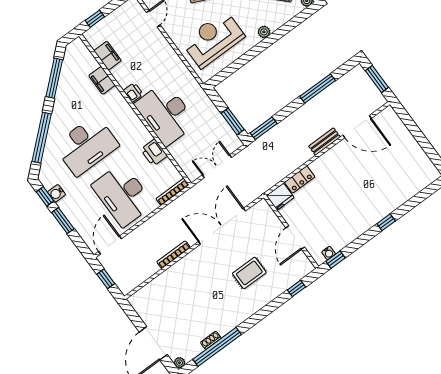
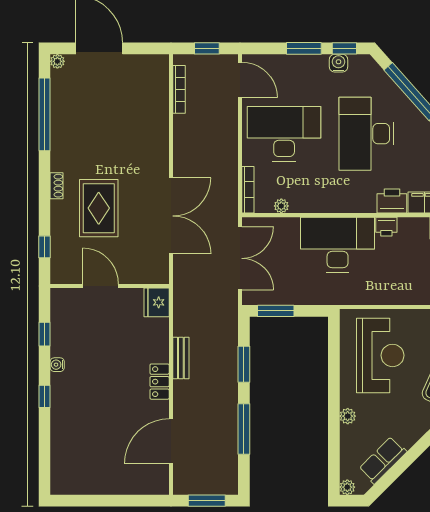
window: (264, 128) -> (244, 364), moved
bench: (325, 142) -> (181, 358), moved
printer: (154, 153) -> (392, 201), moved
plant: (167, 165) -> (281, 206), added
double door: (217, 166) -> (240, 258), width x1.37
locker: (300, 180) -> (160, 382), moved
water cooler: (329, 253) -> (57, 365), moved
bookcase: (174, 255) -> (179, 89), moved
window: (335, 260) -> (44, 334), moved
rug: (249, 273) -> (99, 208), width x1.36, depth x1.43
shoe rack: (211, 340) -> (57, 186), moved

